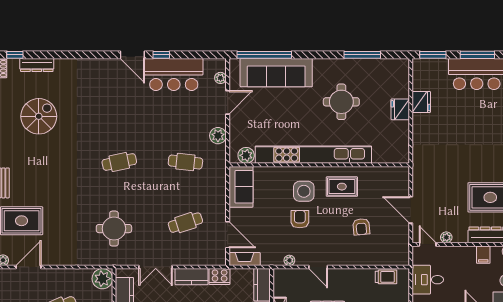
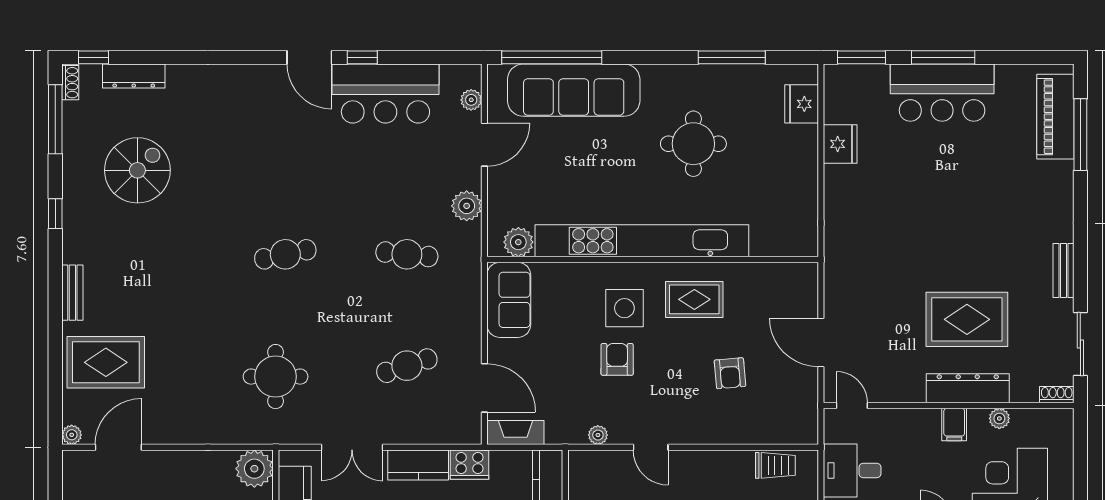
fridge: (400, 109) -> (802, 104), moved
plant: (446, 237) -> (886, 393), removed

